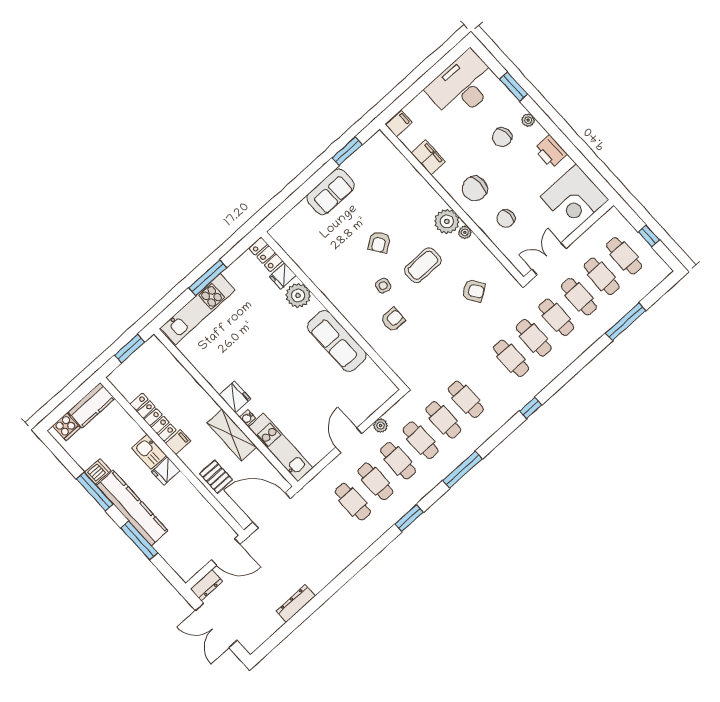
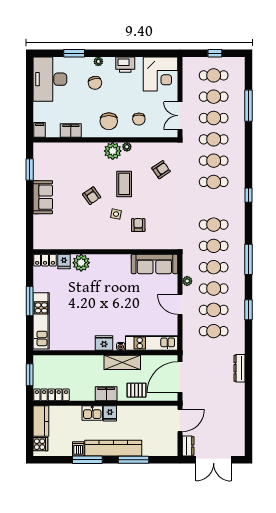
sofa: (337, 341) -> (154, 264), moved
locker: (153, 417) -> (51, 395), moved
filing cabinet: (178, 442) -> (106, 394), width x2.00
dresser: (296, 604) -> (239, 368), moved

